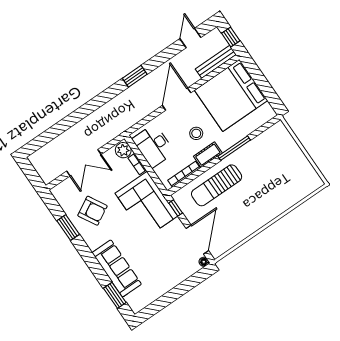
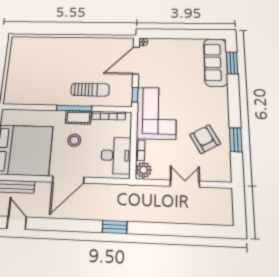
door: (190, 38) -> (17, 223), swing flipped
window: (135, 76) -> (115, 227), moved
window: (234, 148) -> (74, 108), moved
double door: (84, 163) -> (185, 184), width x0.73
sun lounger: (217, 185) -> (90, 90), width x0.73, depth x0.75
sofa: (117, 268) -> (216, 62), moved

